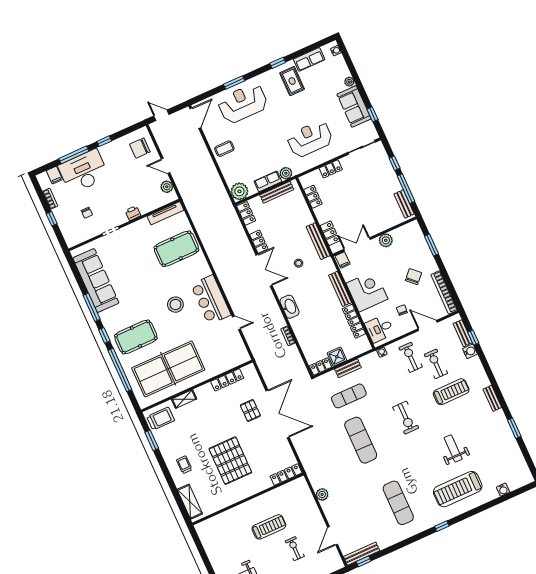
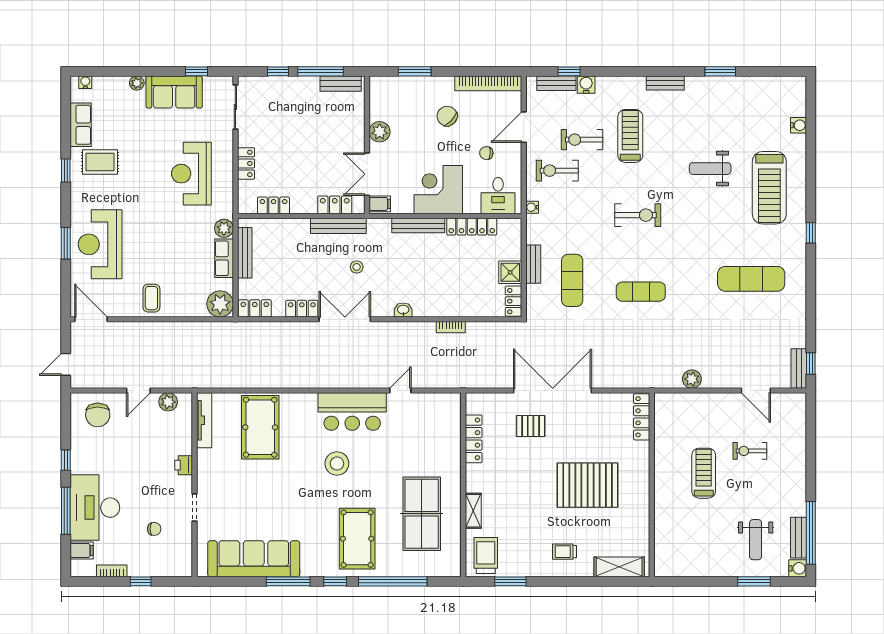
washbasin: (289, 307) -> (403, 310), width x0.52, depth x0.69
table tennis table: (168, 369) -> (422, 514), width x0.73, depth x0.76
exercise mat: (361, 440) -> (641, 292), width x0.73, depth x0.69
bench: (362, 554) -> (799, 368), width x0.73

